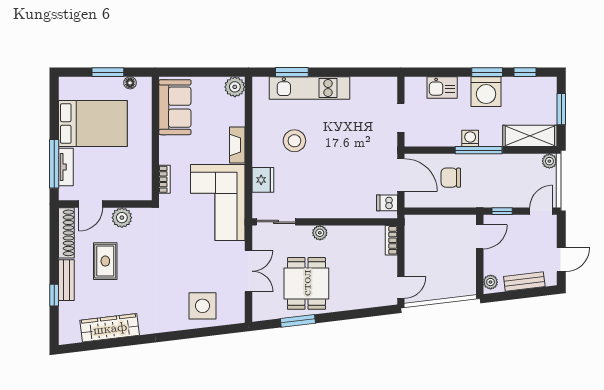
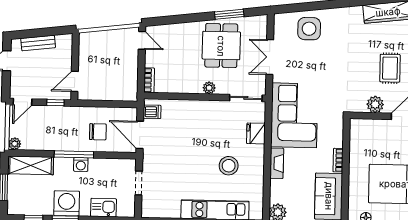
bookcase: (165, 179) -> (338, 160), moved
plant: (491, 282) -> (66, 43), removed
door: (401, 287) -> (142, 40), swing flipped

